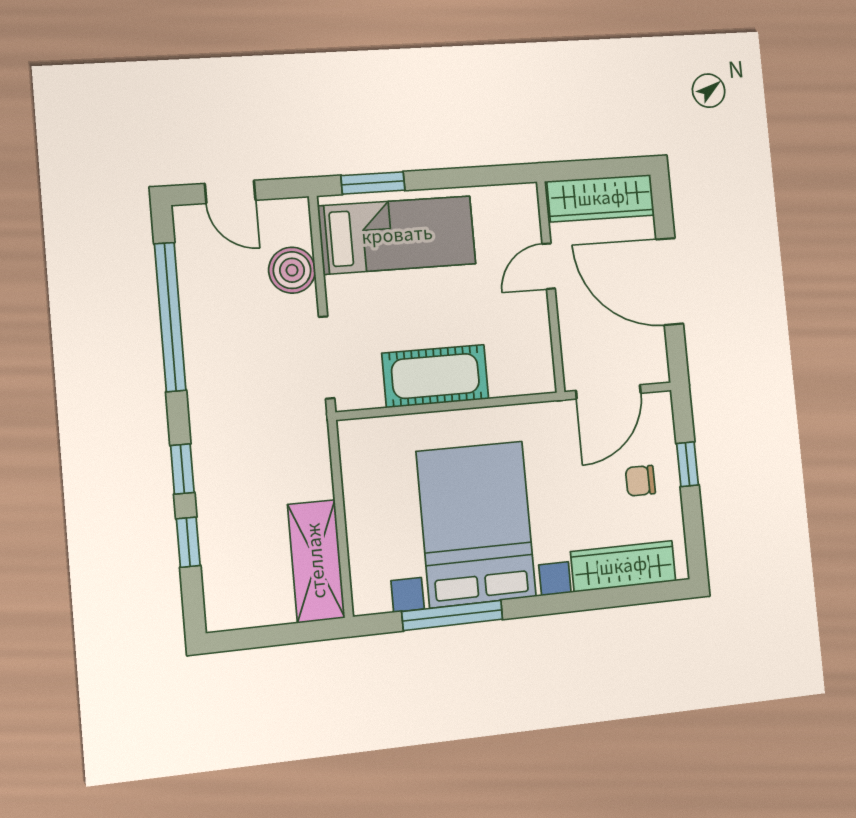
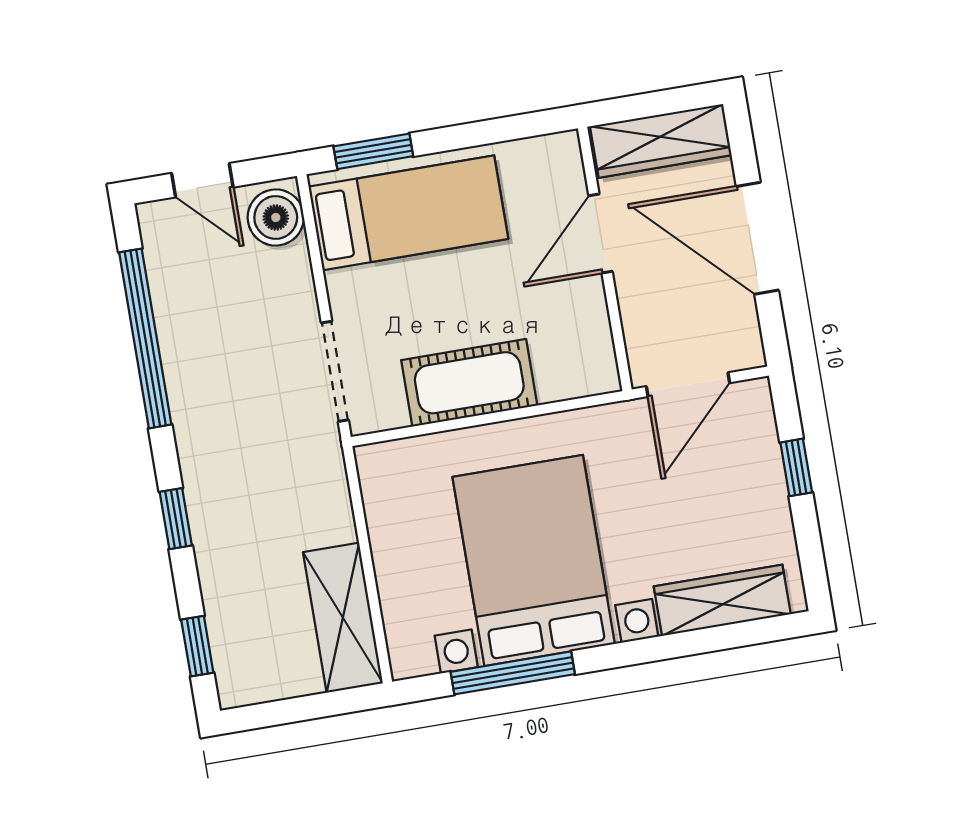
door: (549, 266) -> (600, 233), width x1.38
boiler: (292, 270) -> (276, 217), moved
chair: (640, 481) -> (737, 493), removed
window: (188, 542) -> (197, 646), moved

